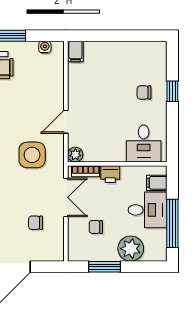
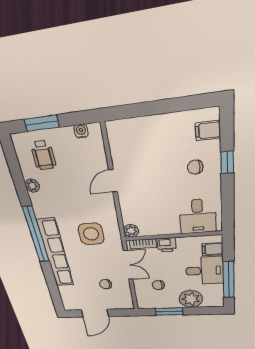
filing cabinet: (75, 51) -> (208, 131), moved, turned 90
door: (66, 122) -> (113, 181), moved

